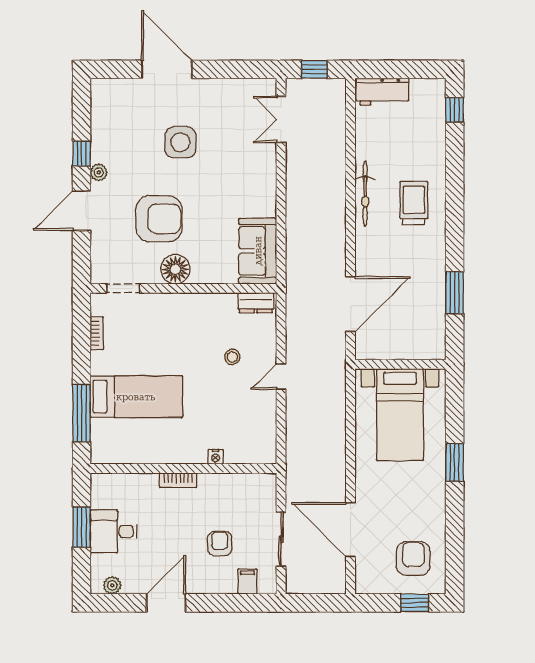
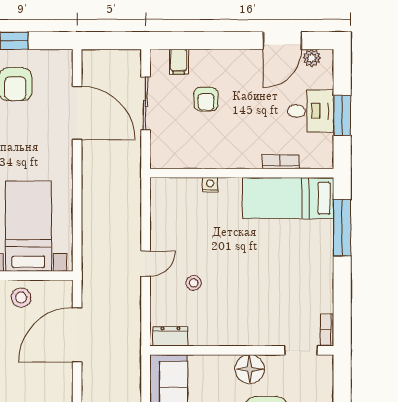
bookcase: (97, 333) -> (327, 330), moved
stool: (407, 342) -> (21, 298), added
bed: (136, 397) -> (288, 198), moved
bookcase: (178, 480) -> (281, 162), moved
door: (166, 603) -> (282, 41), moved

